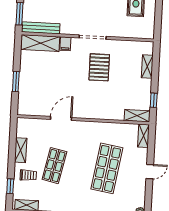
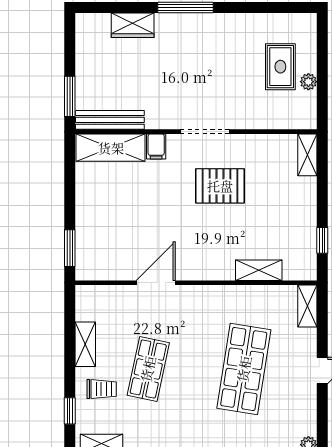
plant: (151, 13) -> (308, 82), added
shelving: (147, 66) -> (307, 155), moved
pallet: (99, 67) -> (220, 186), turned 90
window: (16, 82) -> (70, 248), moved
shelving: (137, 116) -> (259, 270), moved

